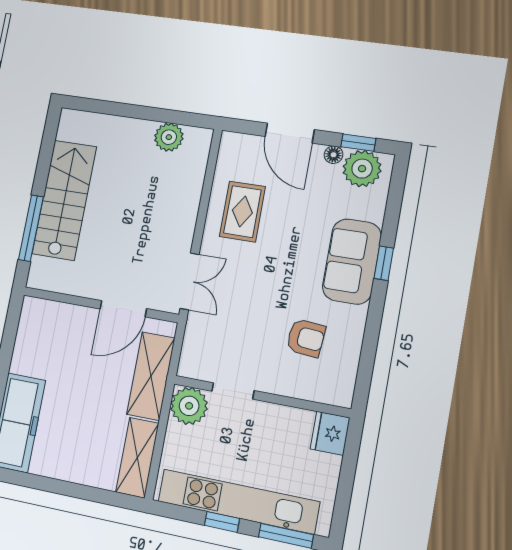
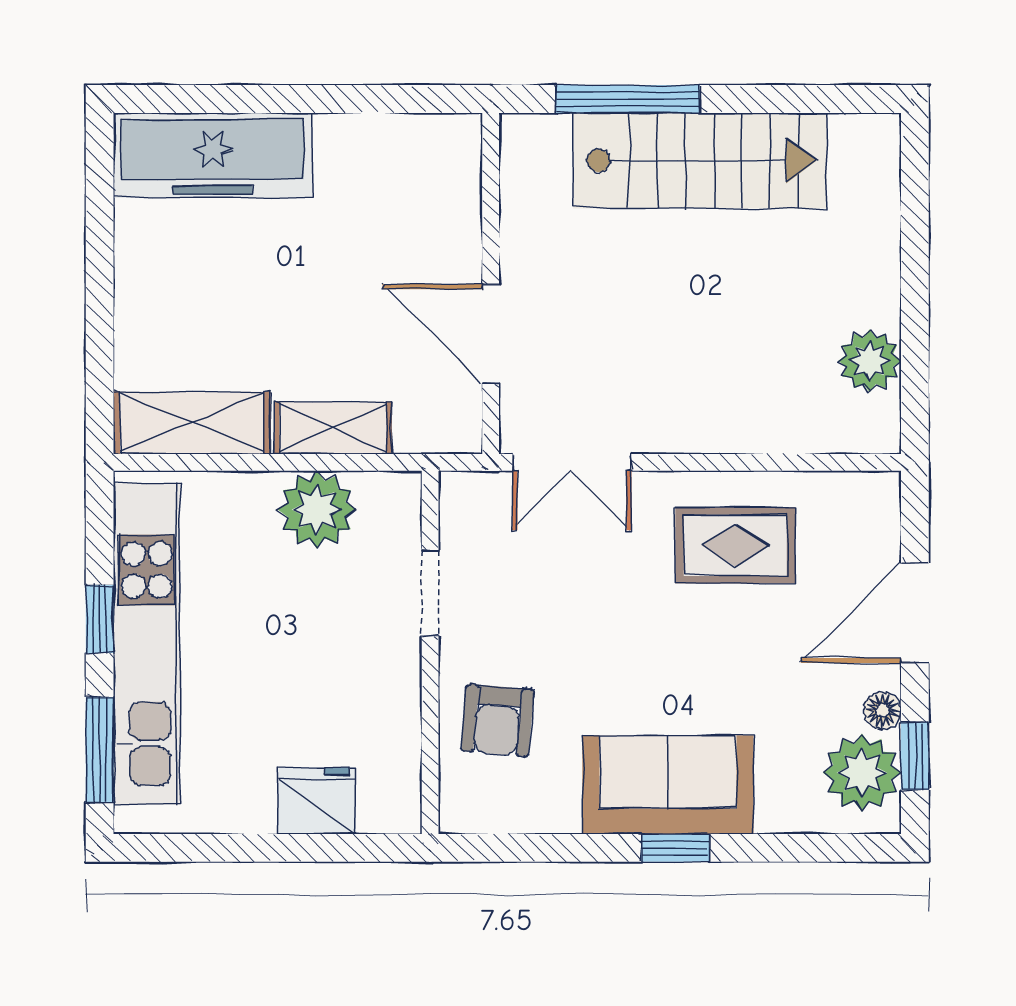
shelving: (151, 376) -> (333, 428), width x0.67, depth x0.75
doorway: (233, 391) -> (430, 593), moved
wall: (261, 396) -> (430, 652), moved

